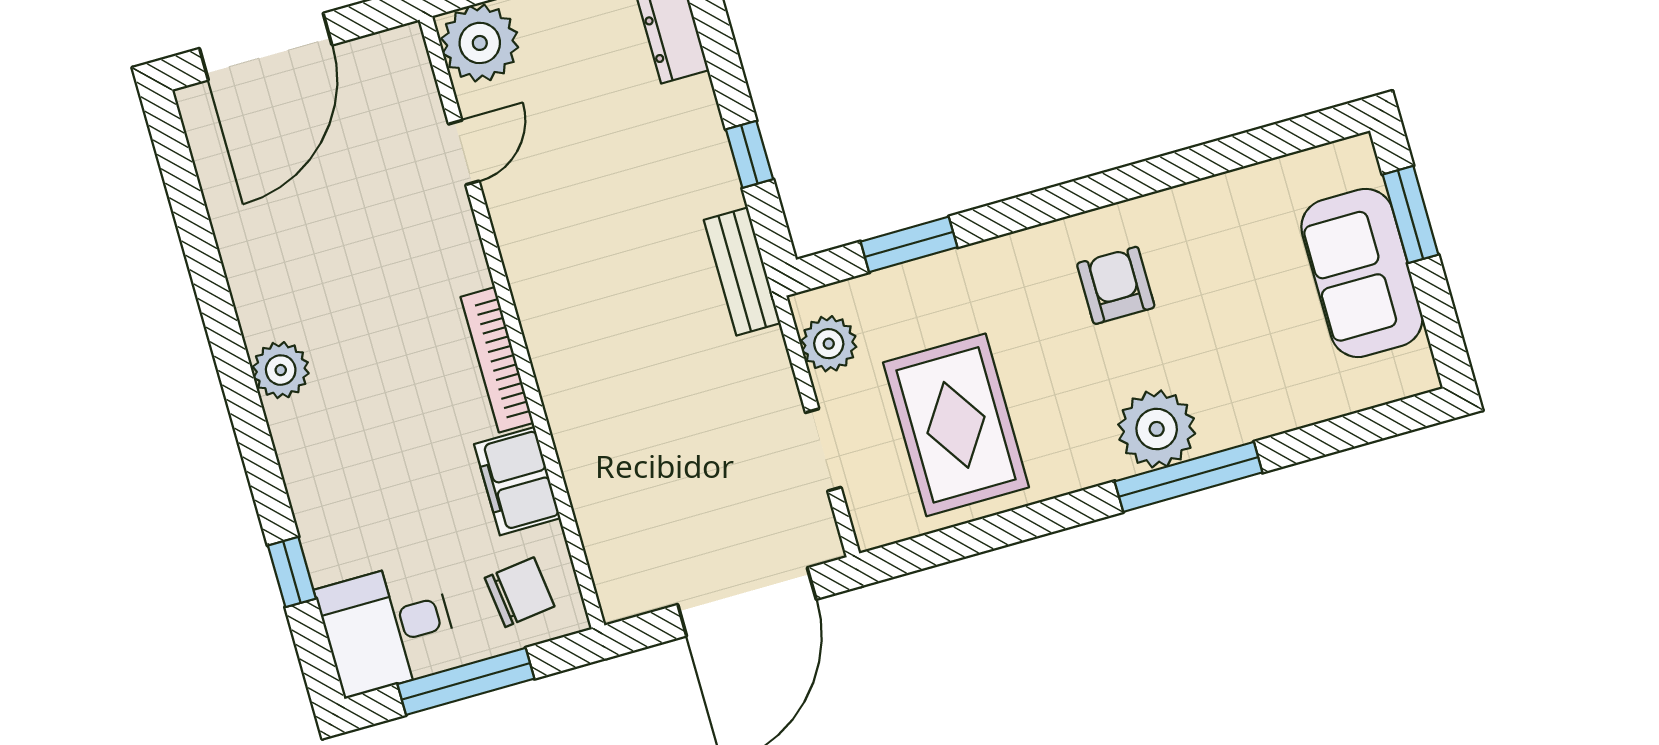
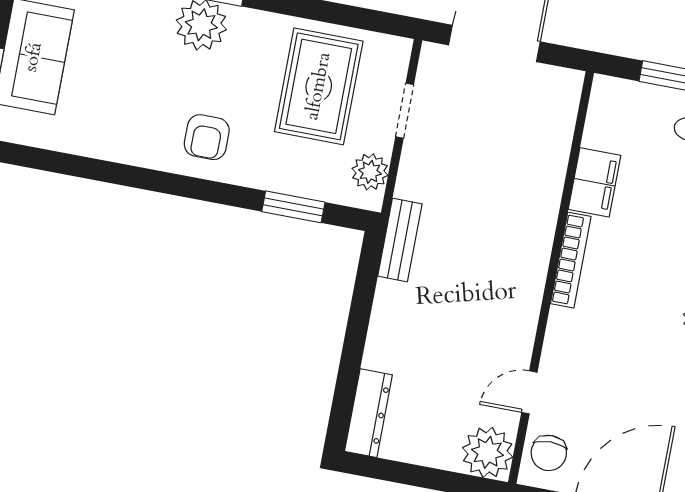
window: (749, 154) -> (361, 307), removed
armchair: (1116, 285) -> (207, 137), moved
chair: (520, 592) -> (549, 453), moved, turned -83

